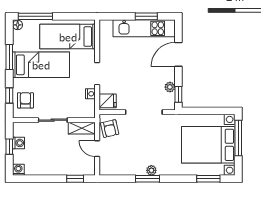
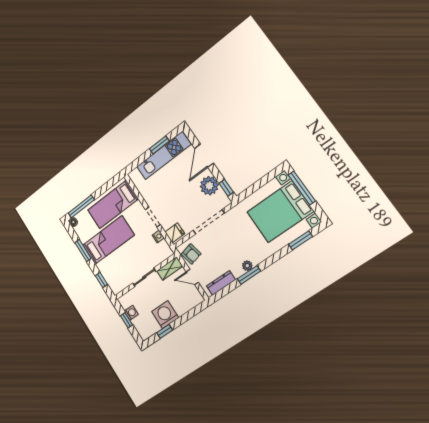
plant: (170, 87) -> (209, 186), width x1.88, depth x1.88
armchair: (25, 100) -> (115, 276), removed
washing machine: (18, 170) -> (165, 315), moved, width x1.89, depth x1.89
dresser: (119, 170) -> (221, 283), added
window: (75, 179) -> (165, 331), moved

